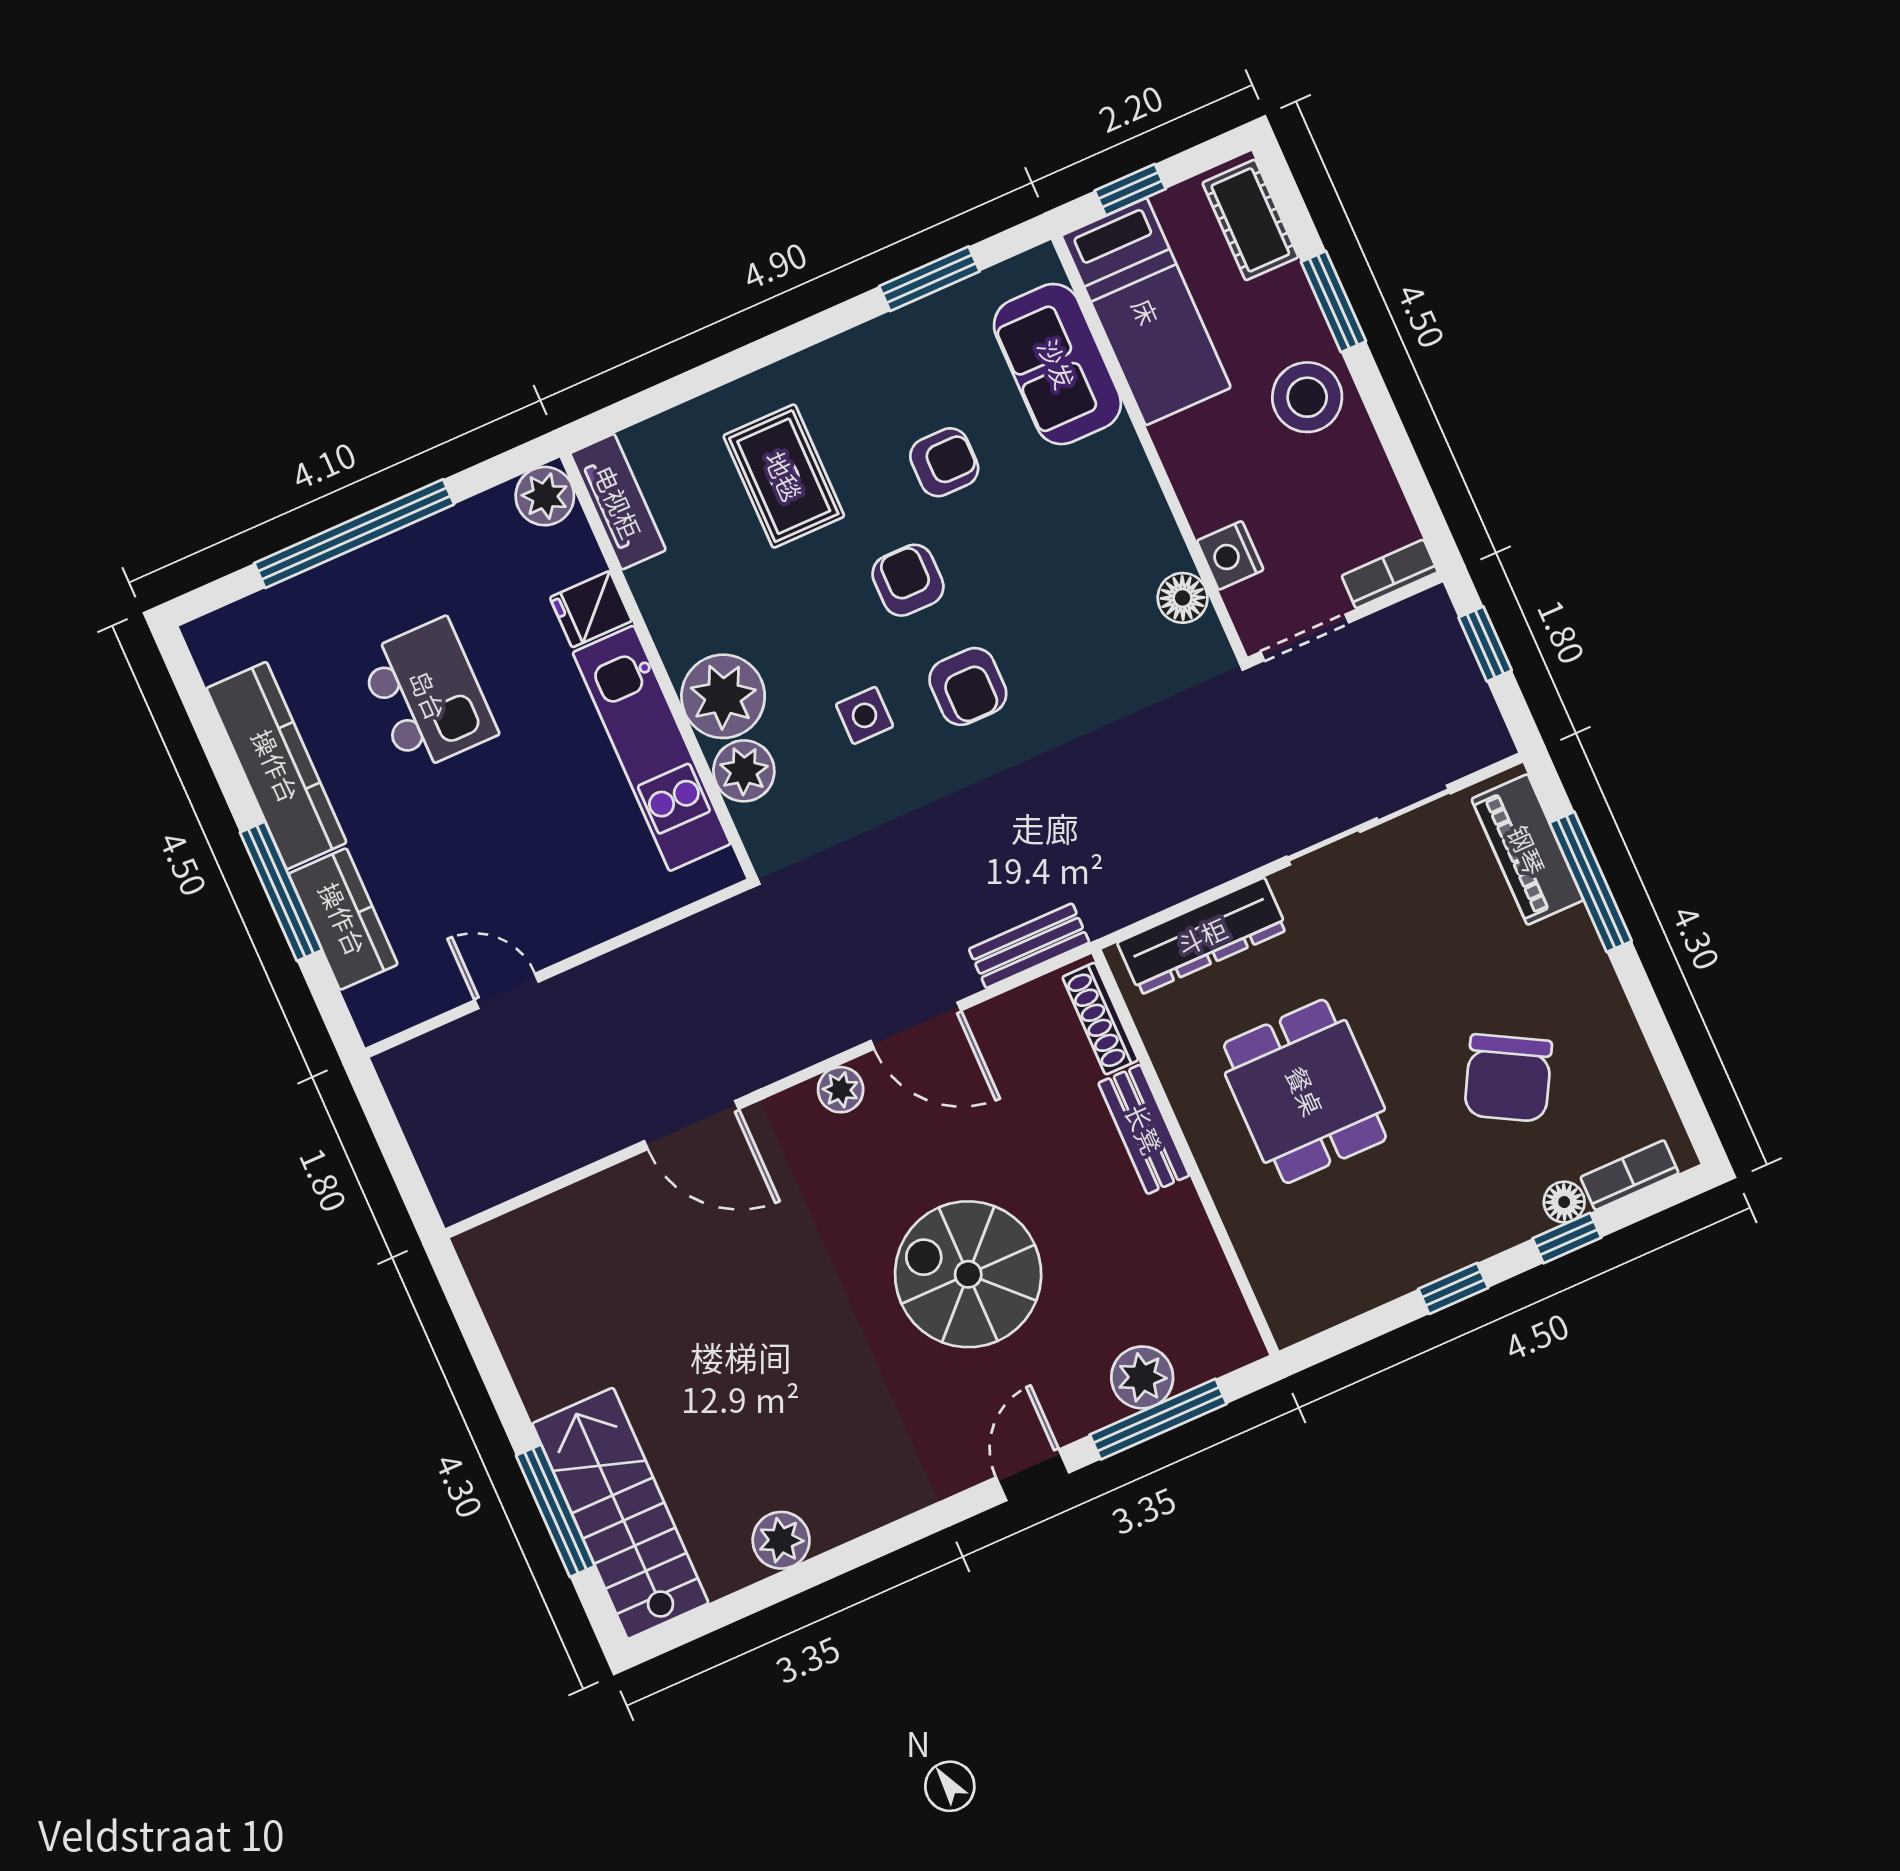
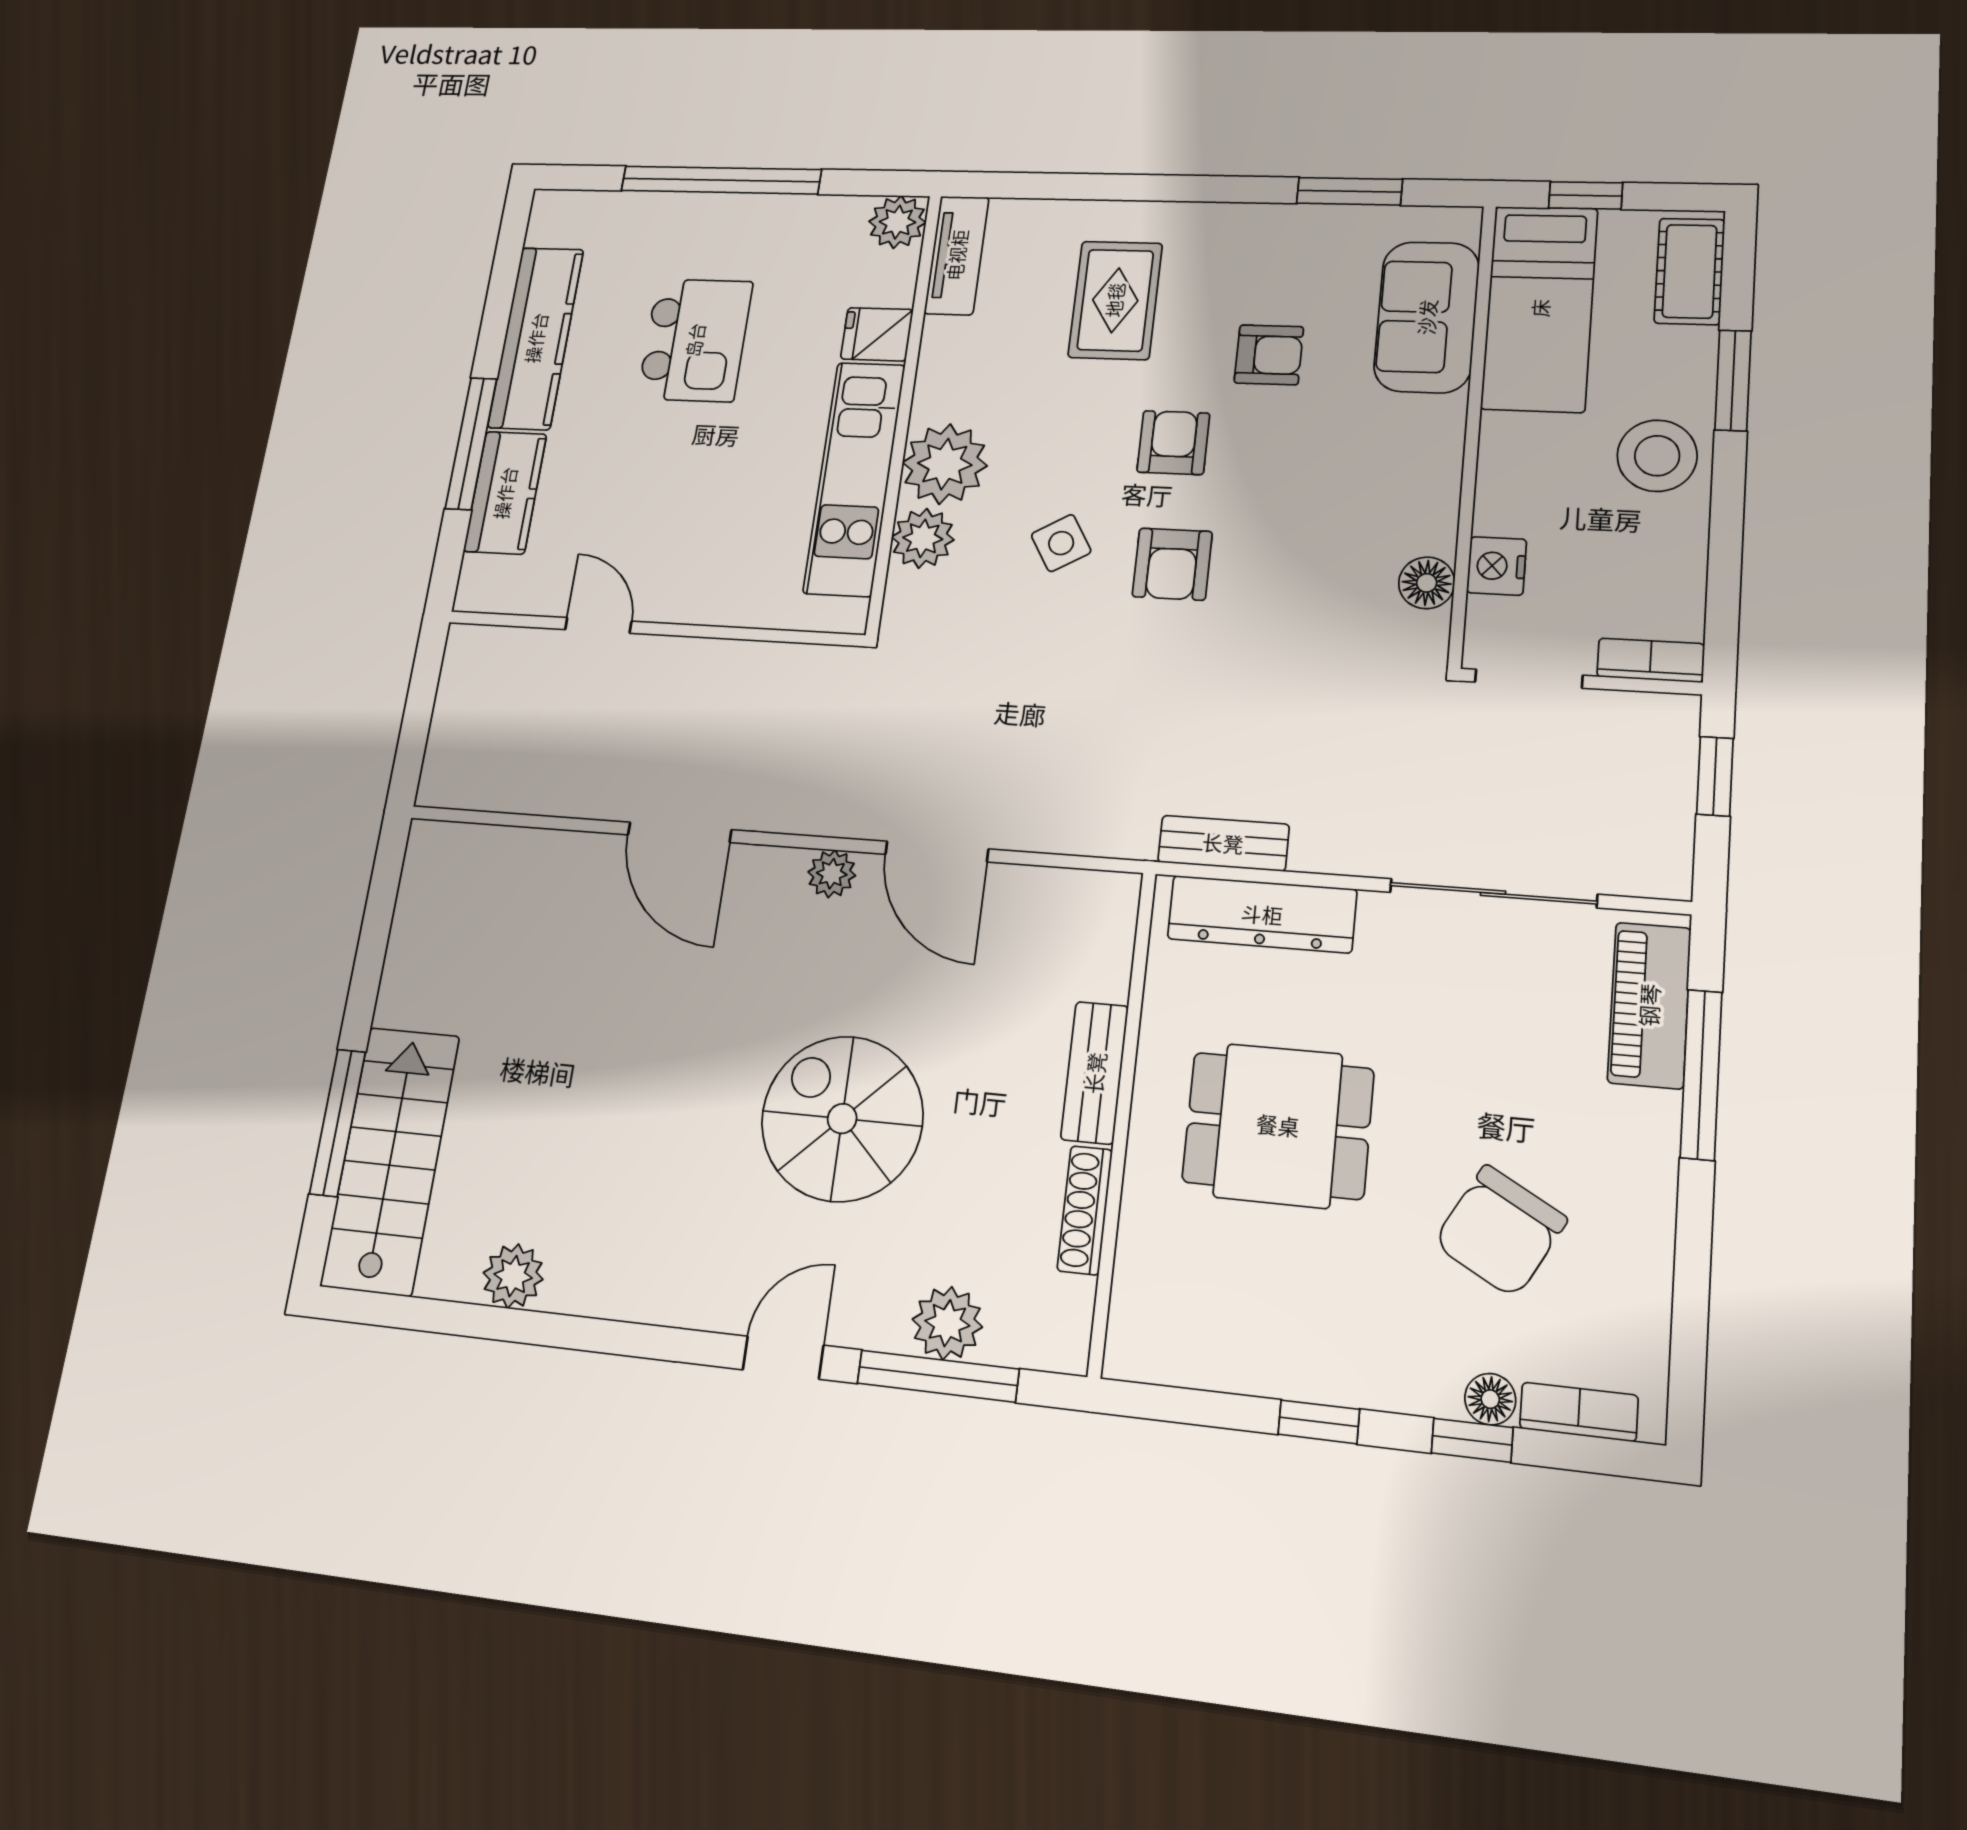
side table: (865, 715) -> (1061, 543), turned -31
bench: (1029, 946) -> (1223, 843), moved
shoe rack: (1100, 1019) -> (1085, 1210), moved
dining table: (1305, 1091) -> (1278, 1125), turned 90

